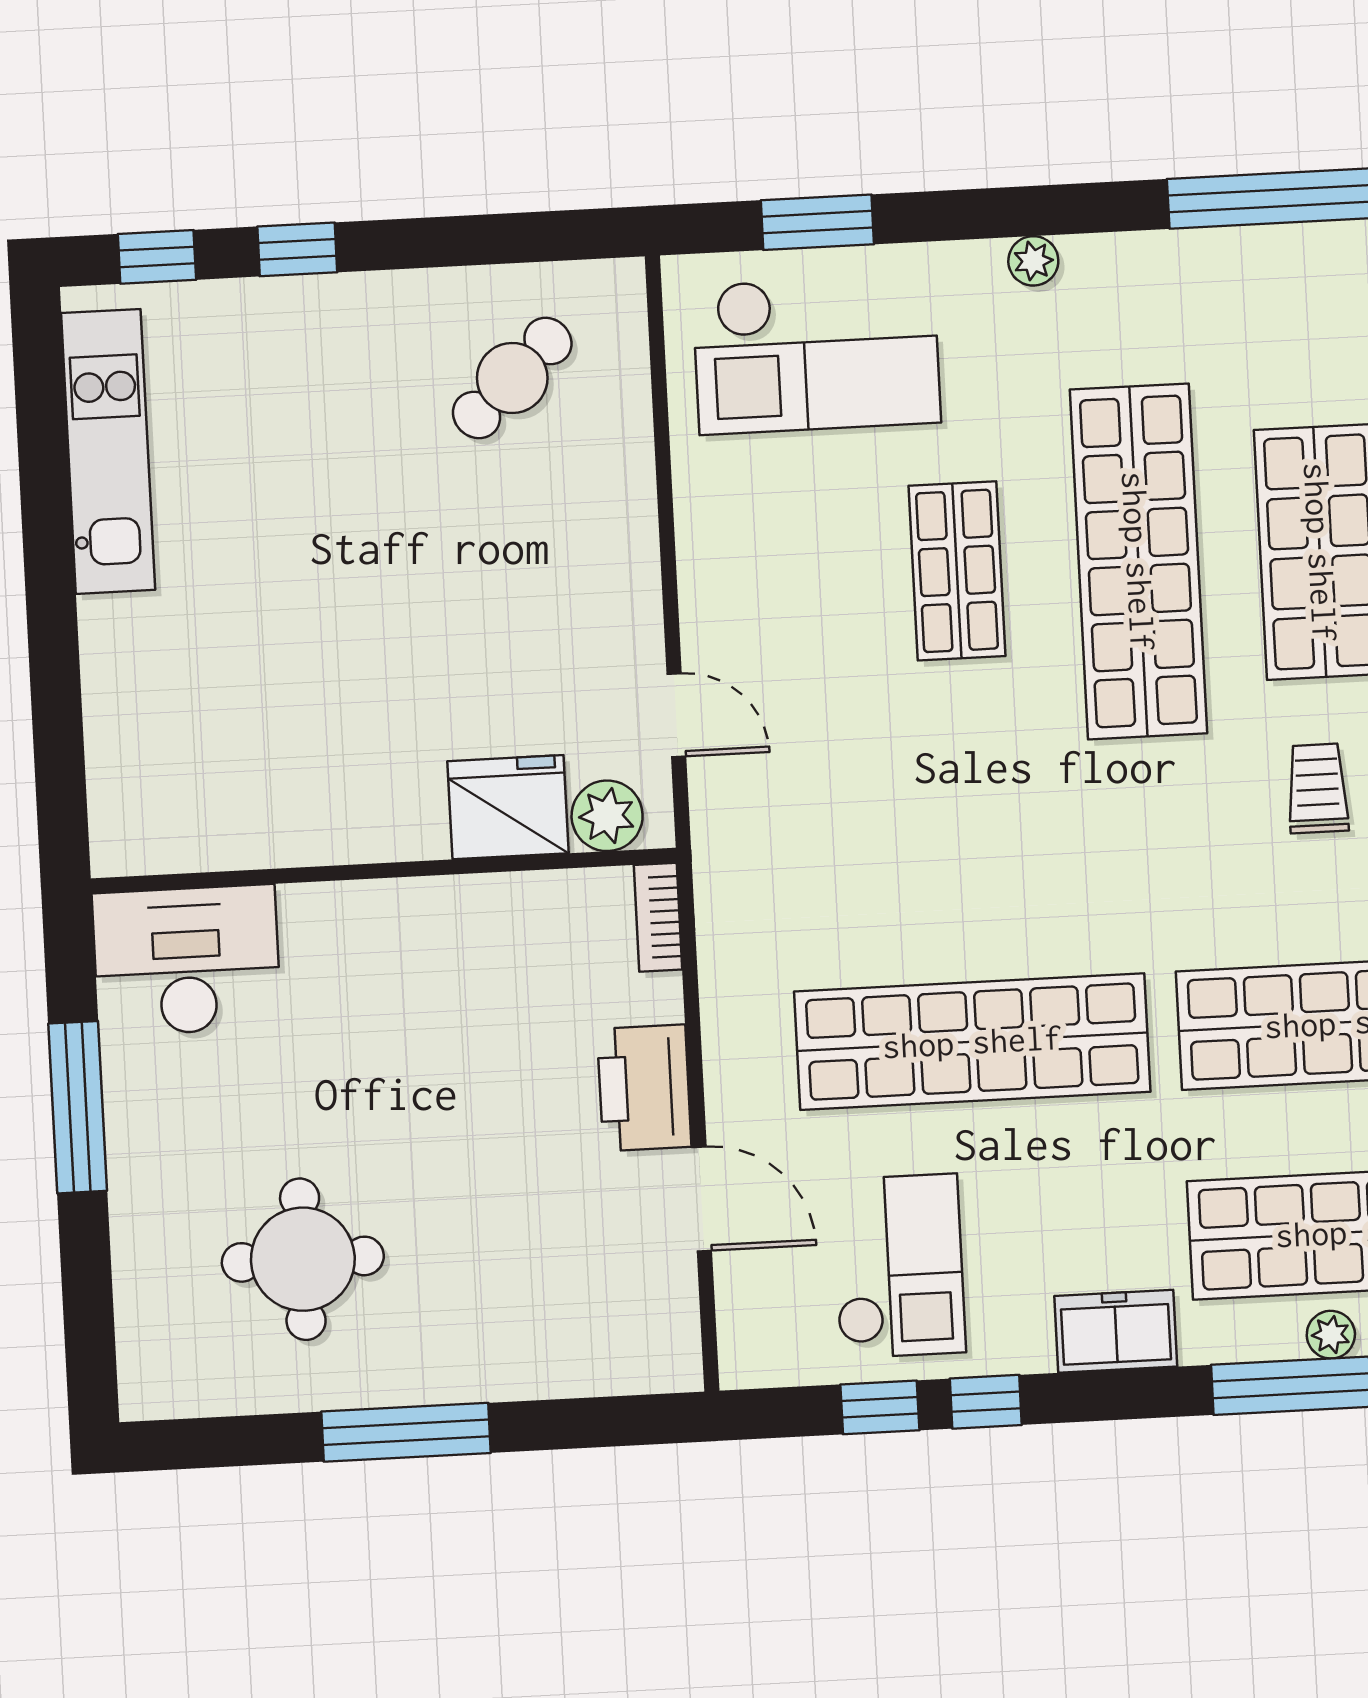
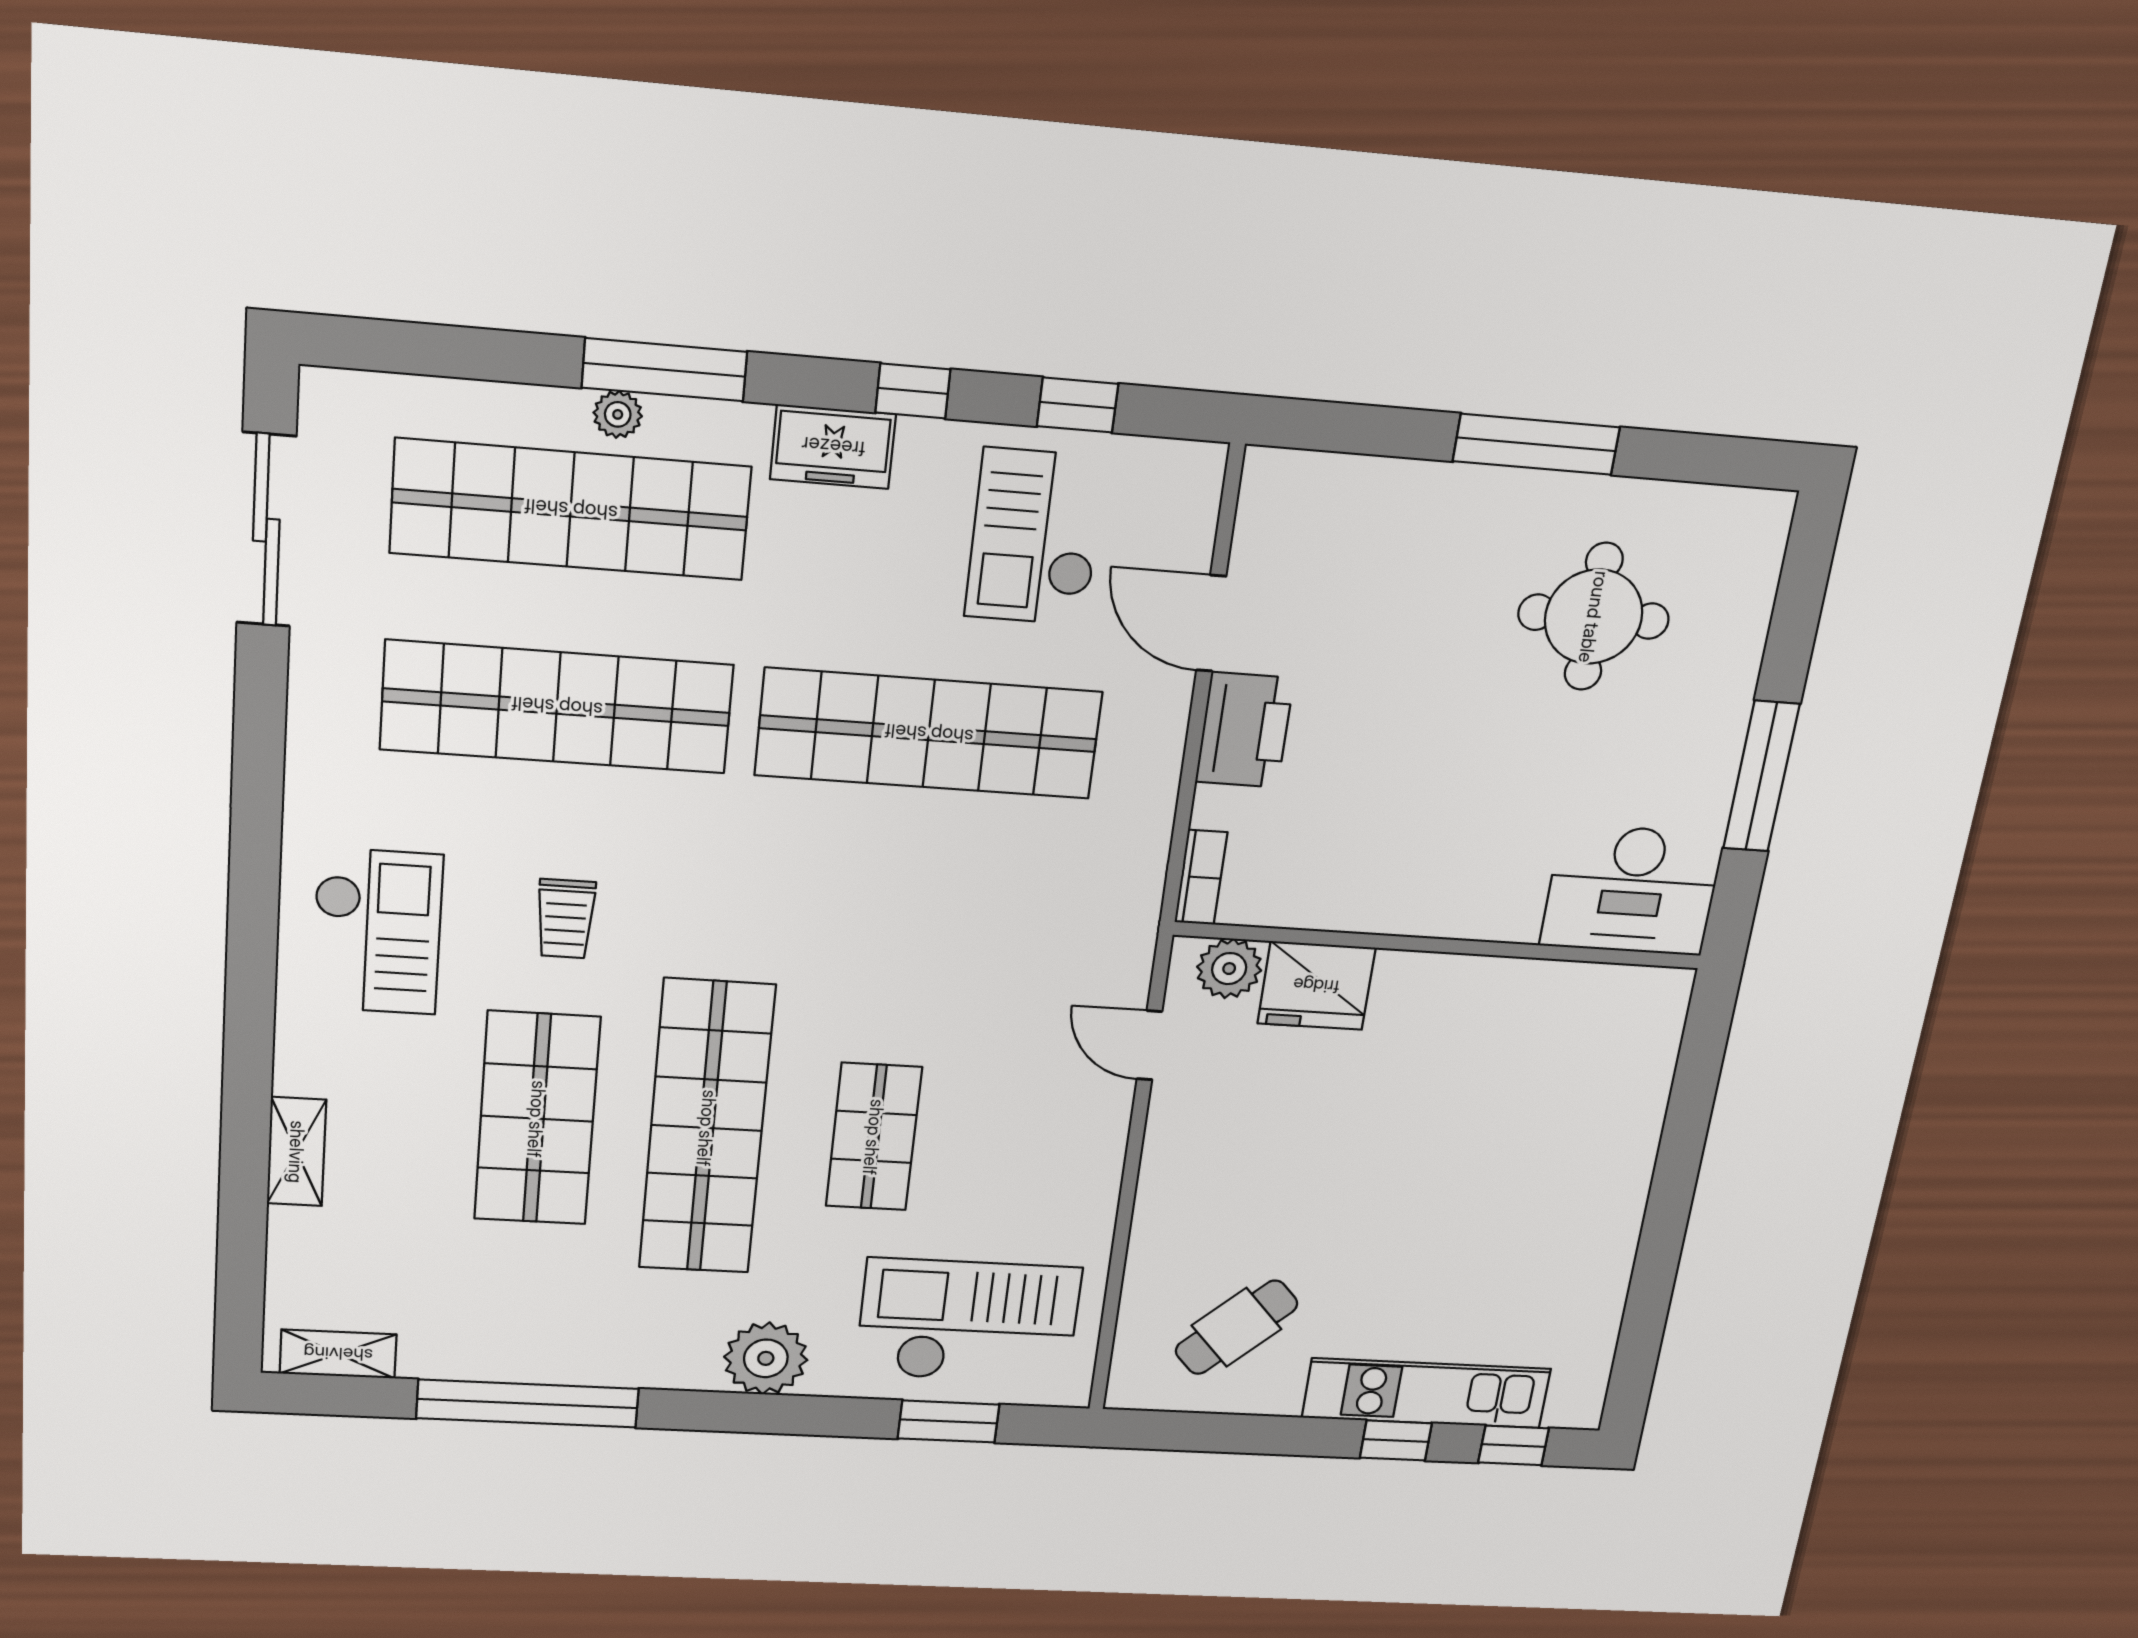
plant: (1033, 261) -> (766, 1358), width x1.88, depth x1.88
kitchen unit: (108, 451) -> (1426, 1393), moved, turned 90
window: (986, 1402) -> (913, 391), moved

